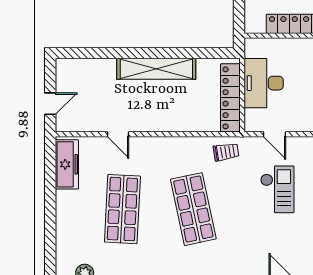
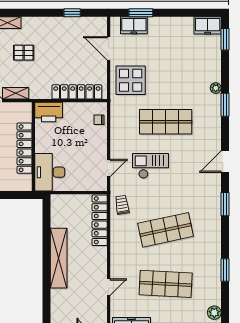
desk: (264, 83) -> (50, 172), moved, turned 90
locker: (230, 98) -> (100, 220), moved, turned 90

